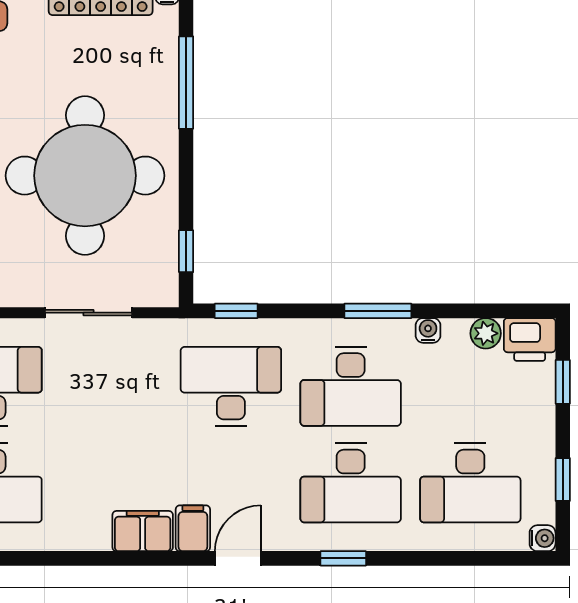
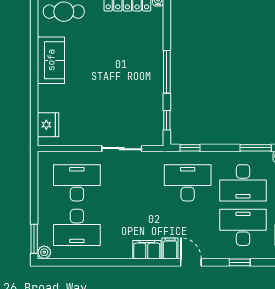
window: (186, 83) -> (167, 72), moved
round table: (85, 176) -> (120, 85), removed
desk: (351, 483) -> (243, 227), turned 180
door: (238, 558) -> (191, 262), hinge flipped

